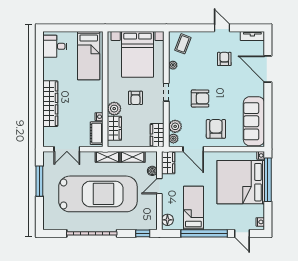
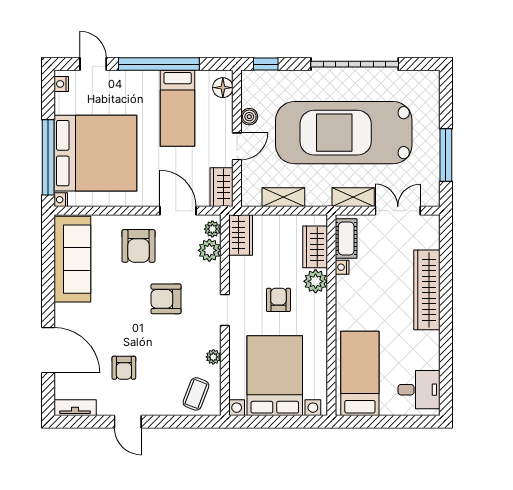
shelving: (107, 157) -> (353, 197), moved
boiler: (152, 171) -> (249, 117), moved

